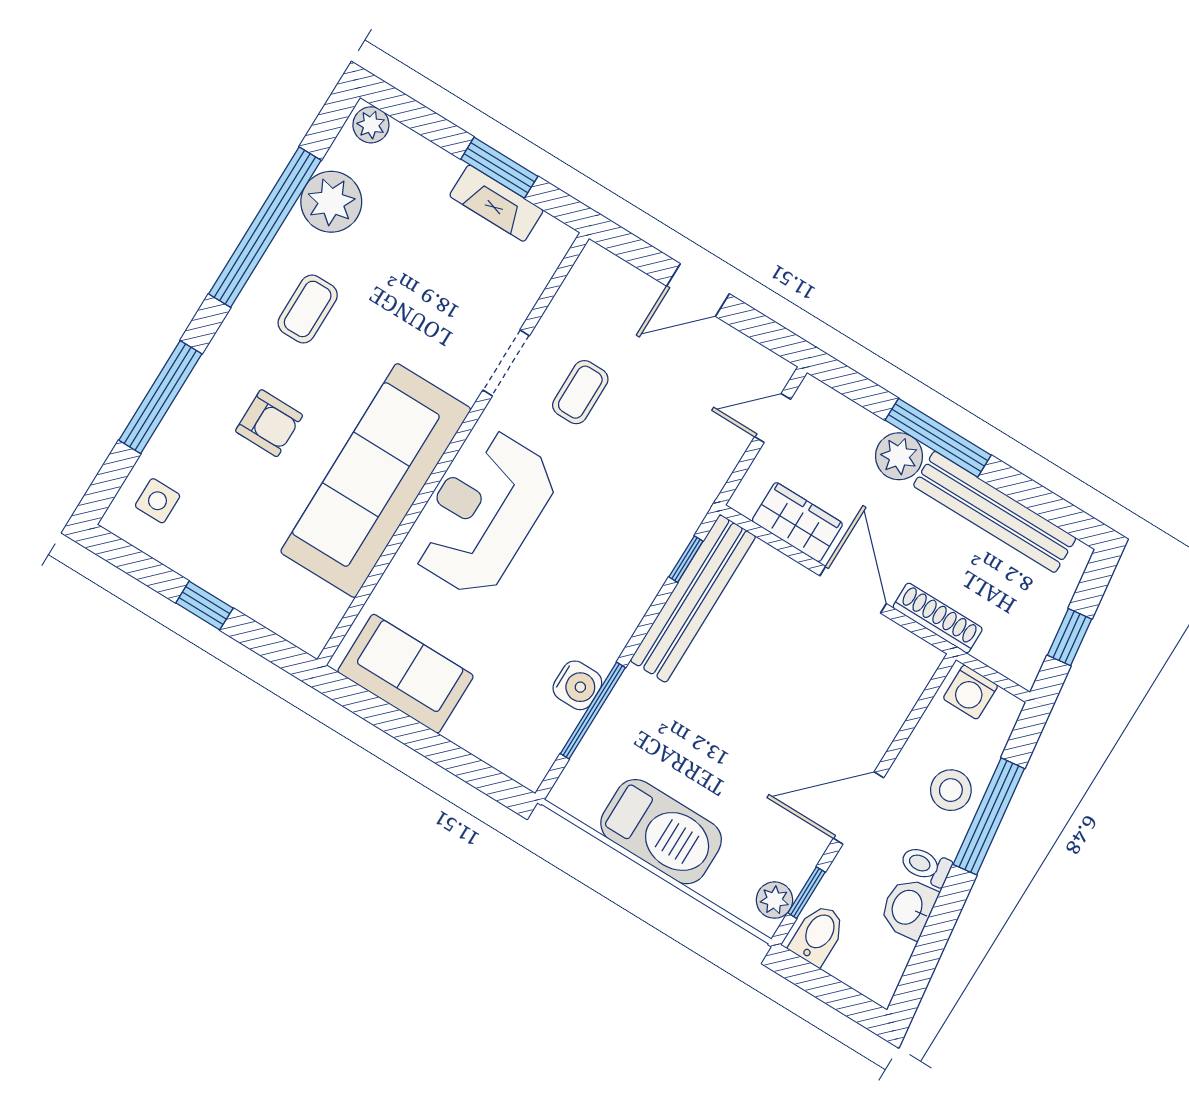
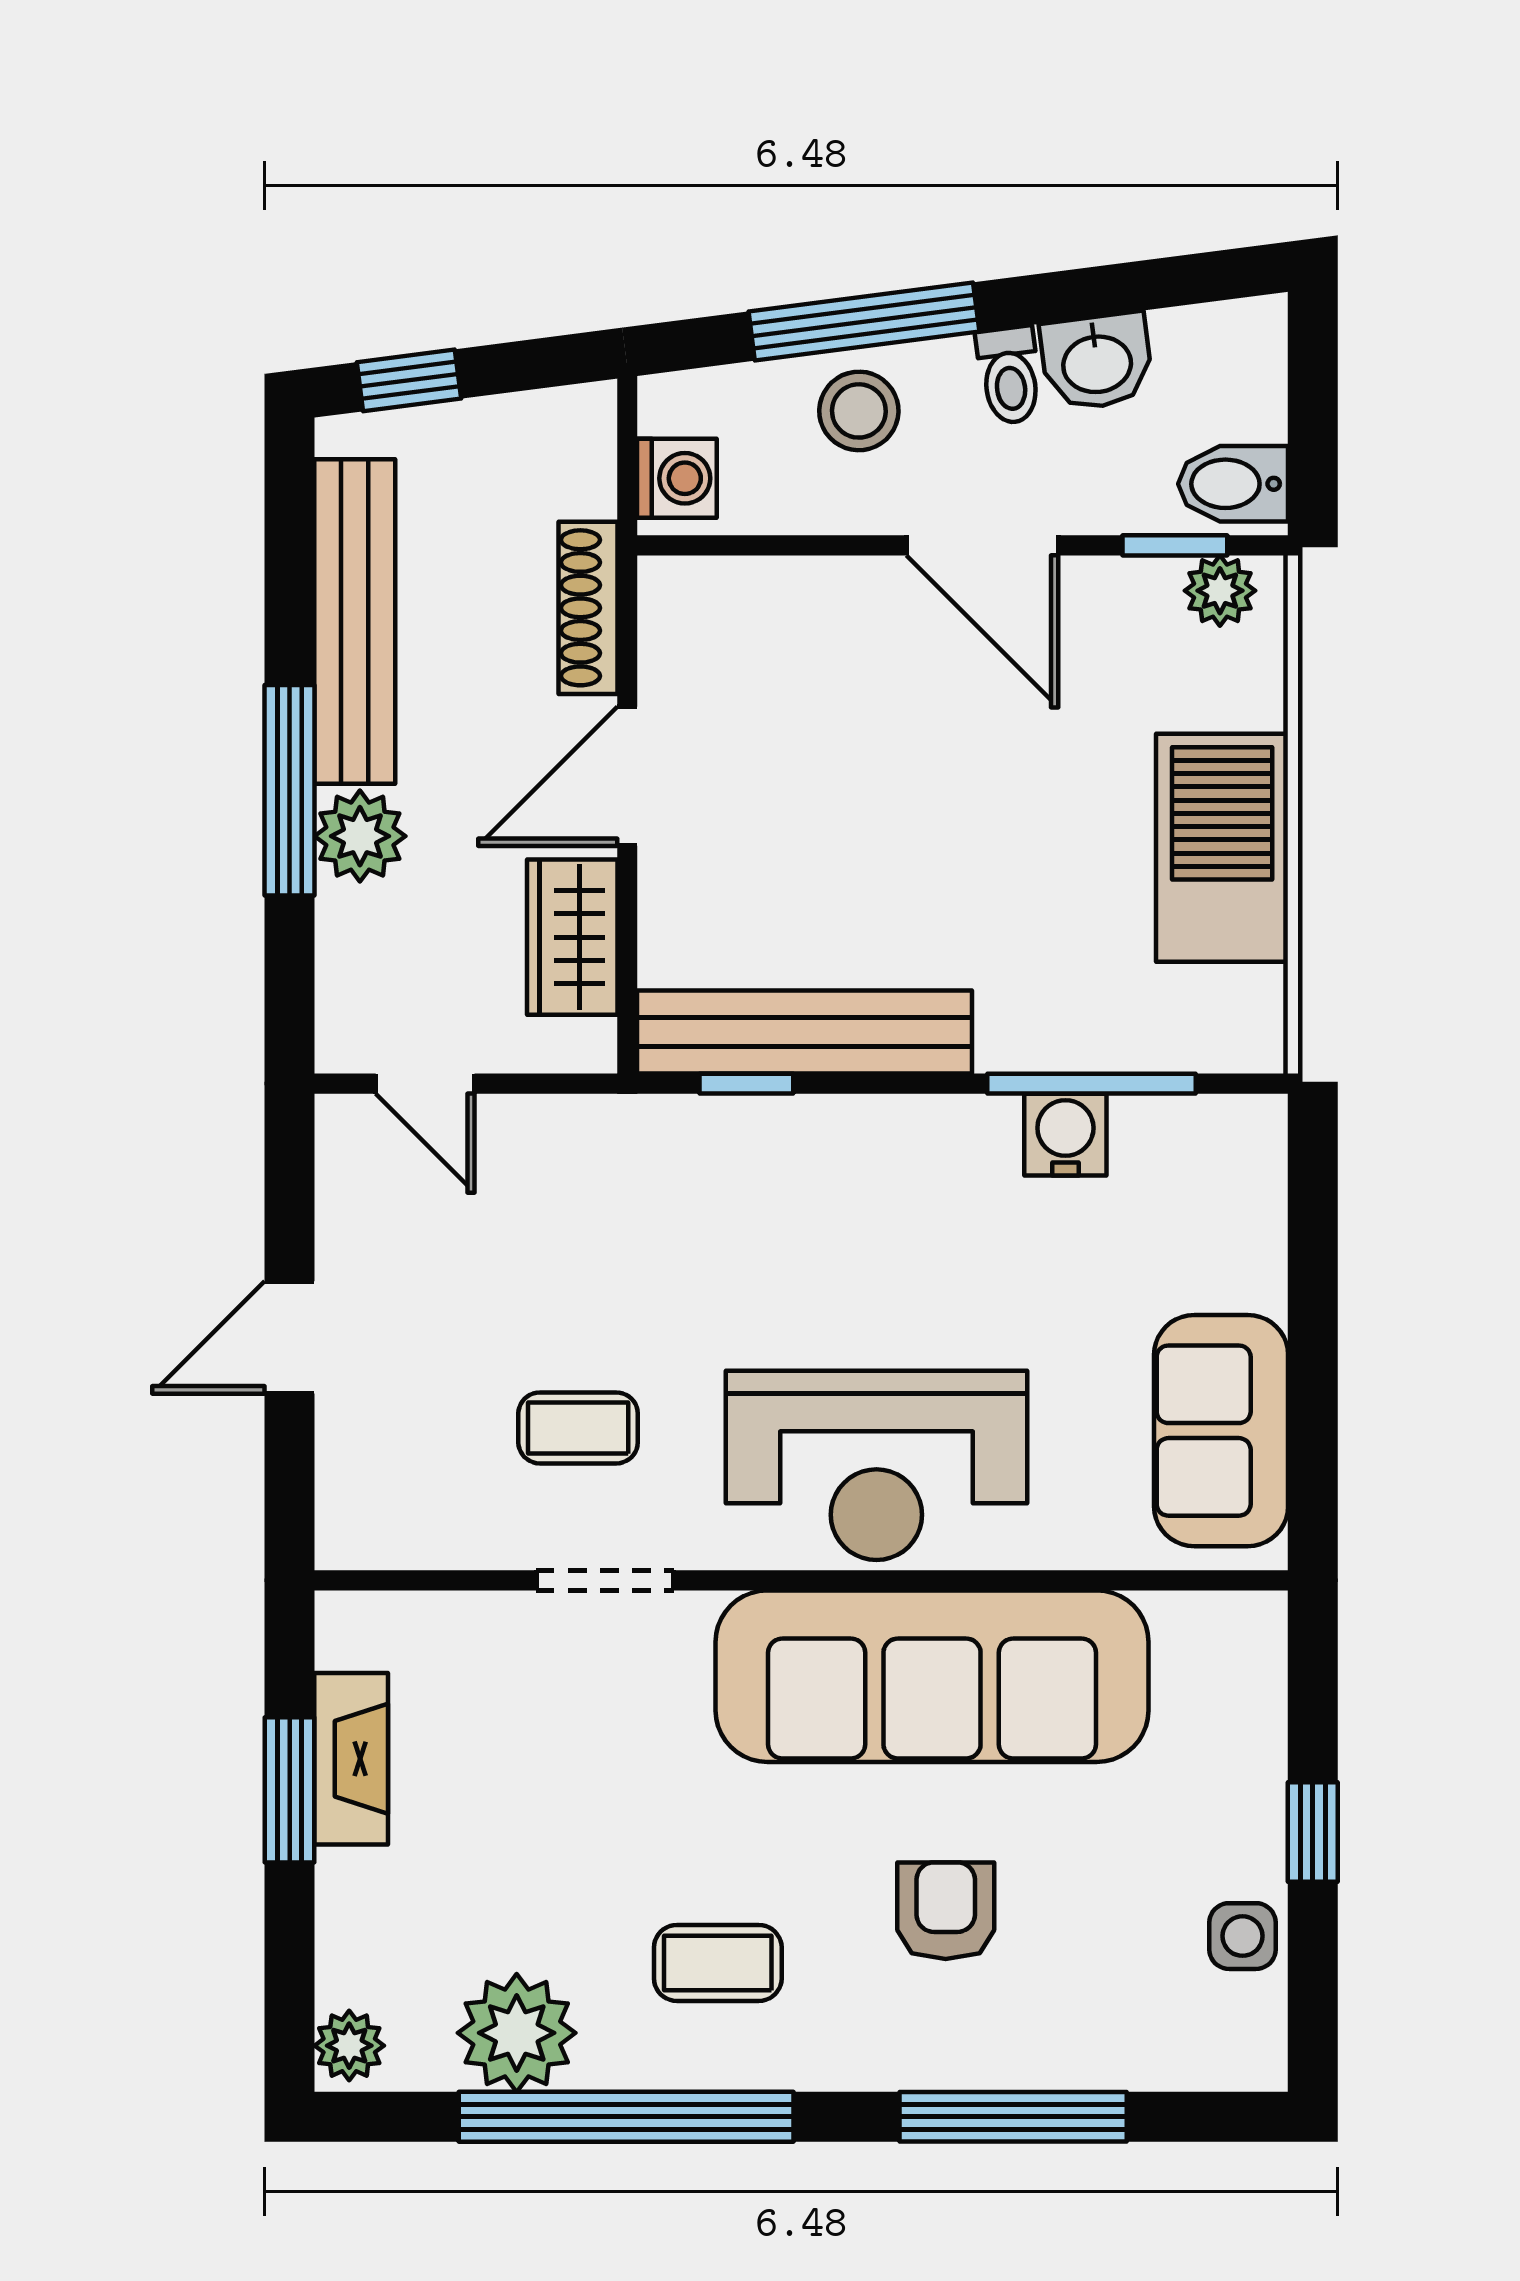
door: (698, 290) -> (290, 1337), swing flipped
side table: (158, 501) -> (1242, 1936), moved
window: (1069, 637) -> (409, 380), moved

